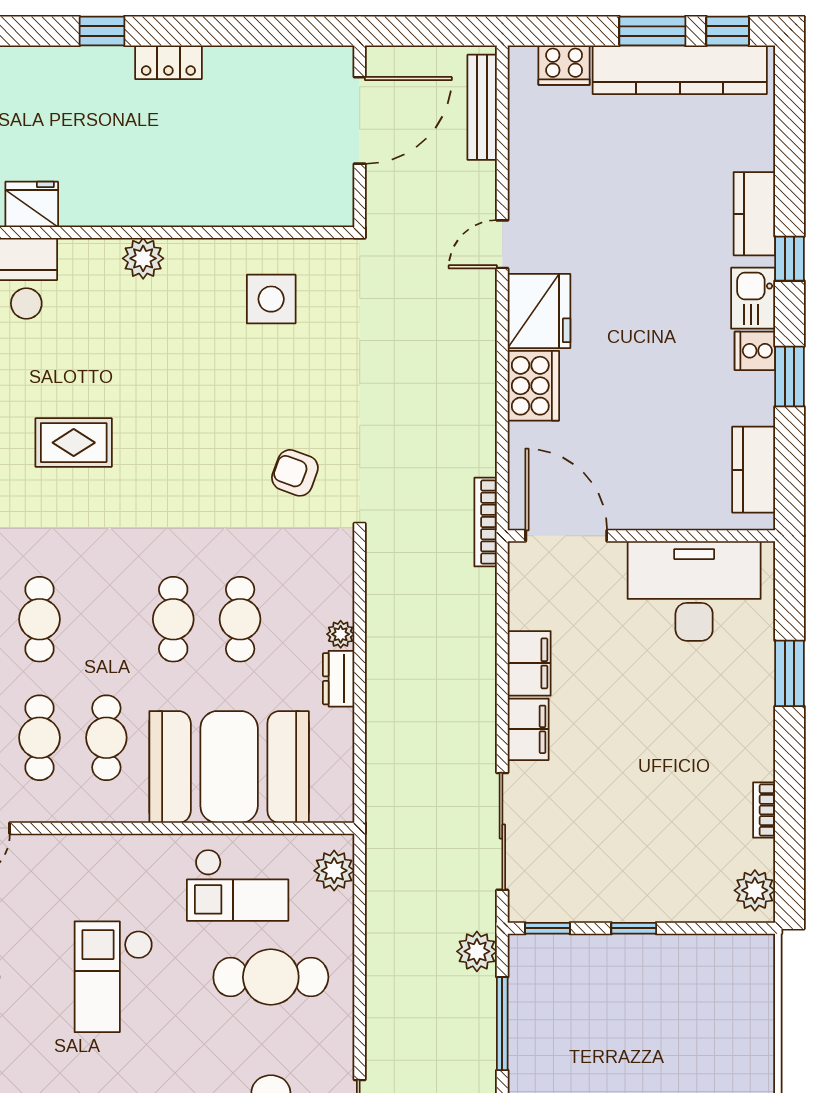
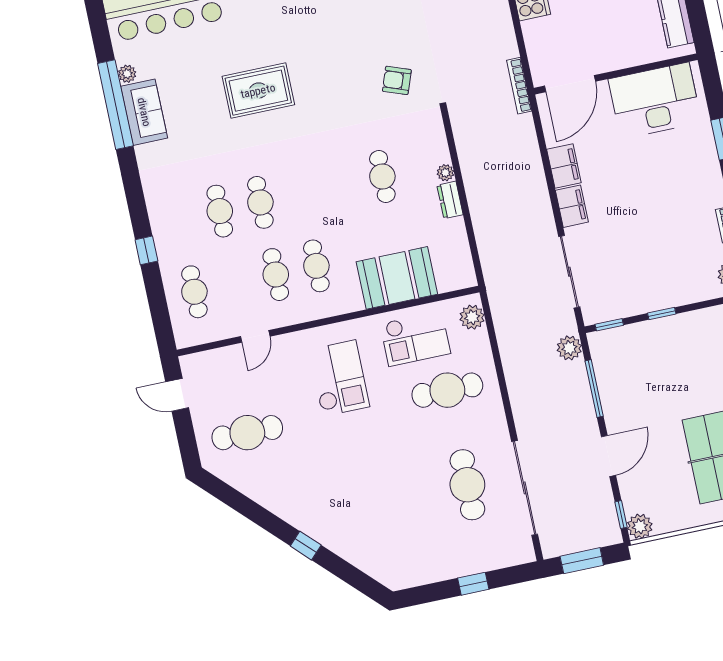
rug: (74, 443) -> (258, 91), width x1.36, depth x1.43
door: (566, 536) -> (570, 84), swing flipped
cafe table: (173, 619) -> (342, 185), removed
booth: (229, 767) -> (397, 278), width x0.73, depth x0.70
checkout: (114, 977) -> (339, 378), moved, turned 180

